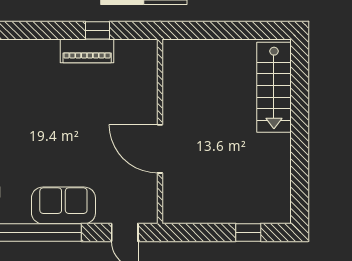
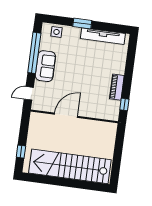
window: (97, 30) -> (124, 104), moved
stairs: (274, 87) -> (70, 166), width x1.86, depth x1.51

